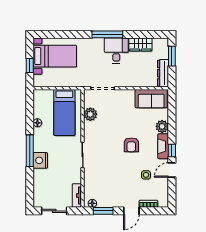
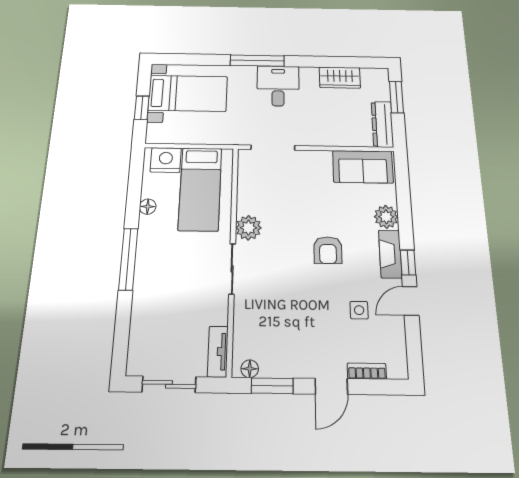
window: (107, 34) -> (257, 61), moved
desk: (116, 50) -> (278, 86), moved
plant: (90, 114) -> (248, 228), moved
nightstand: (40, 160) -> (166, 160), moved, turned 90

